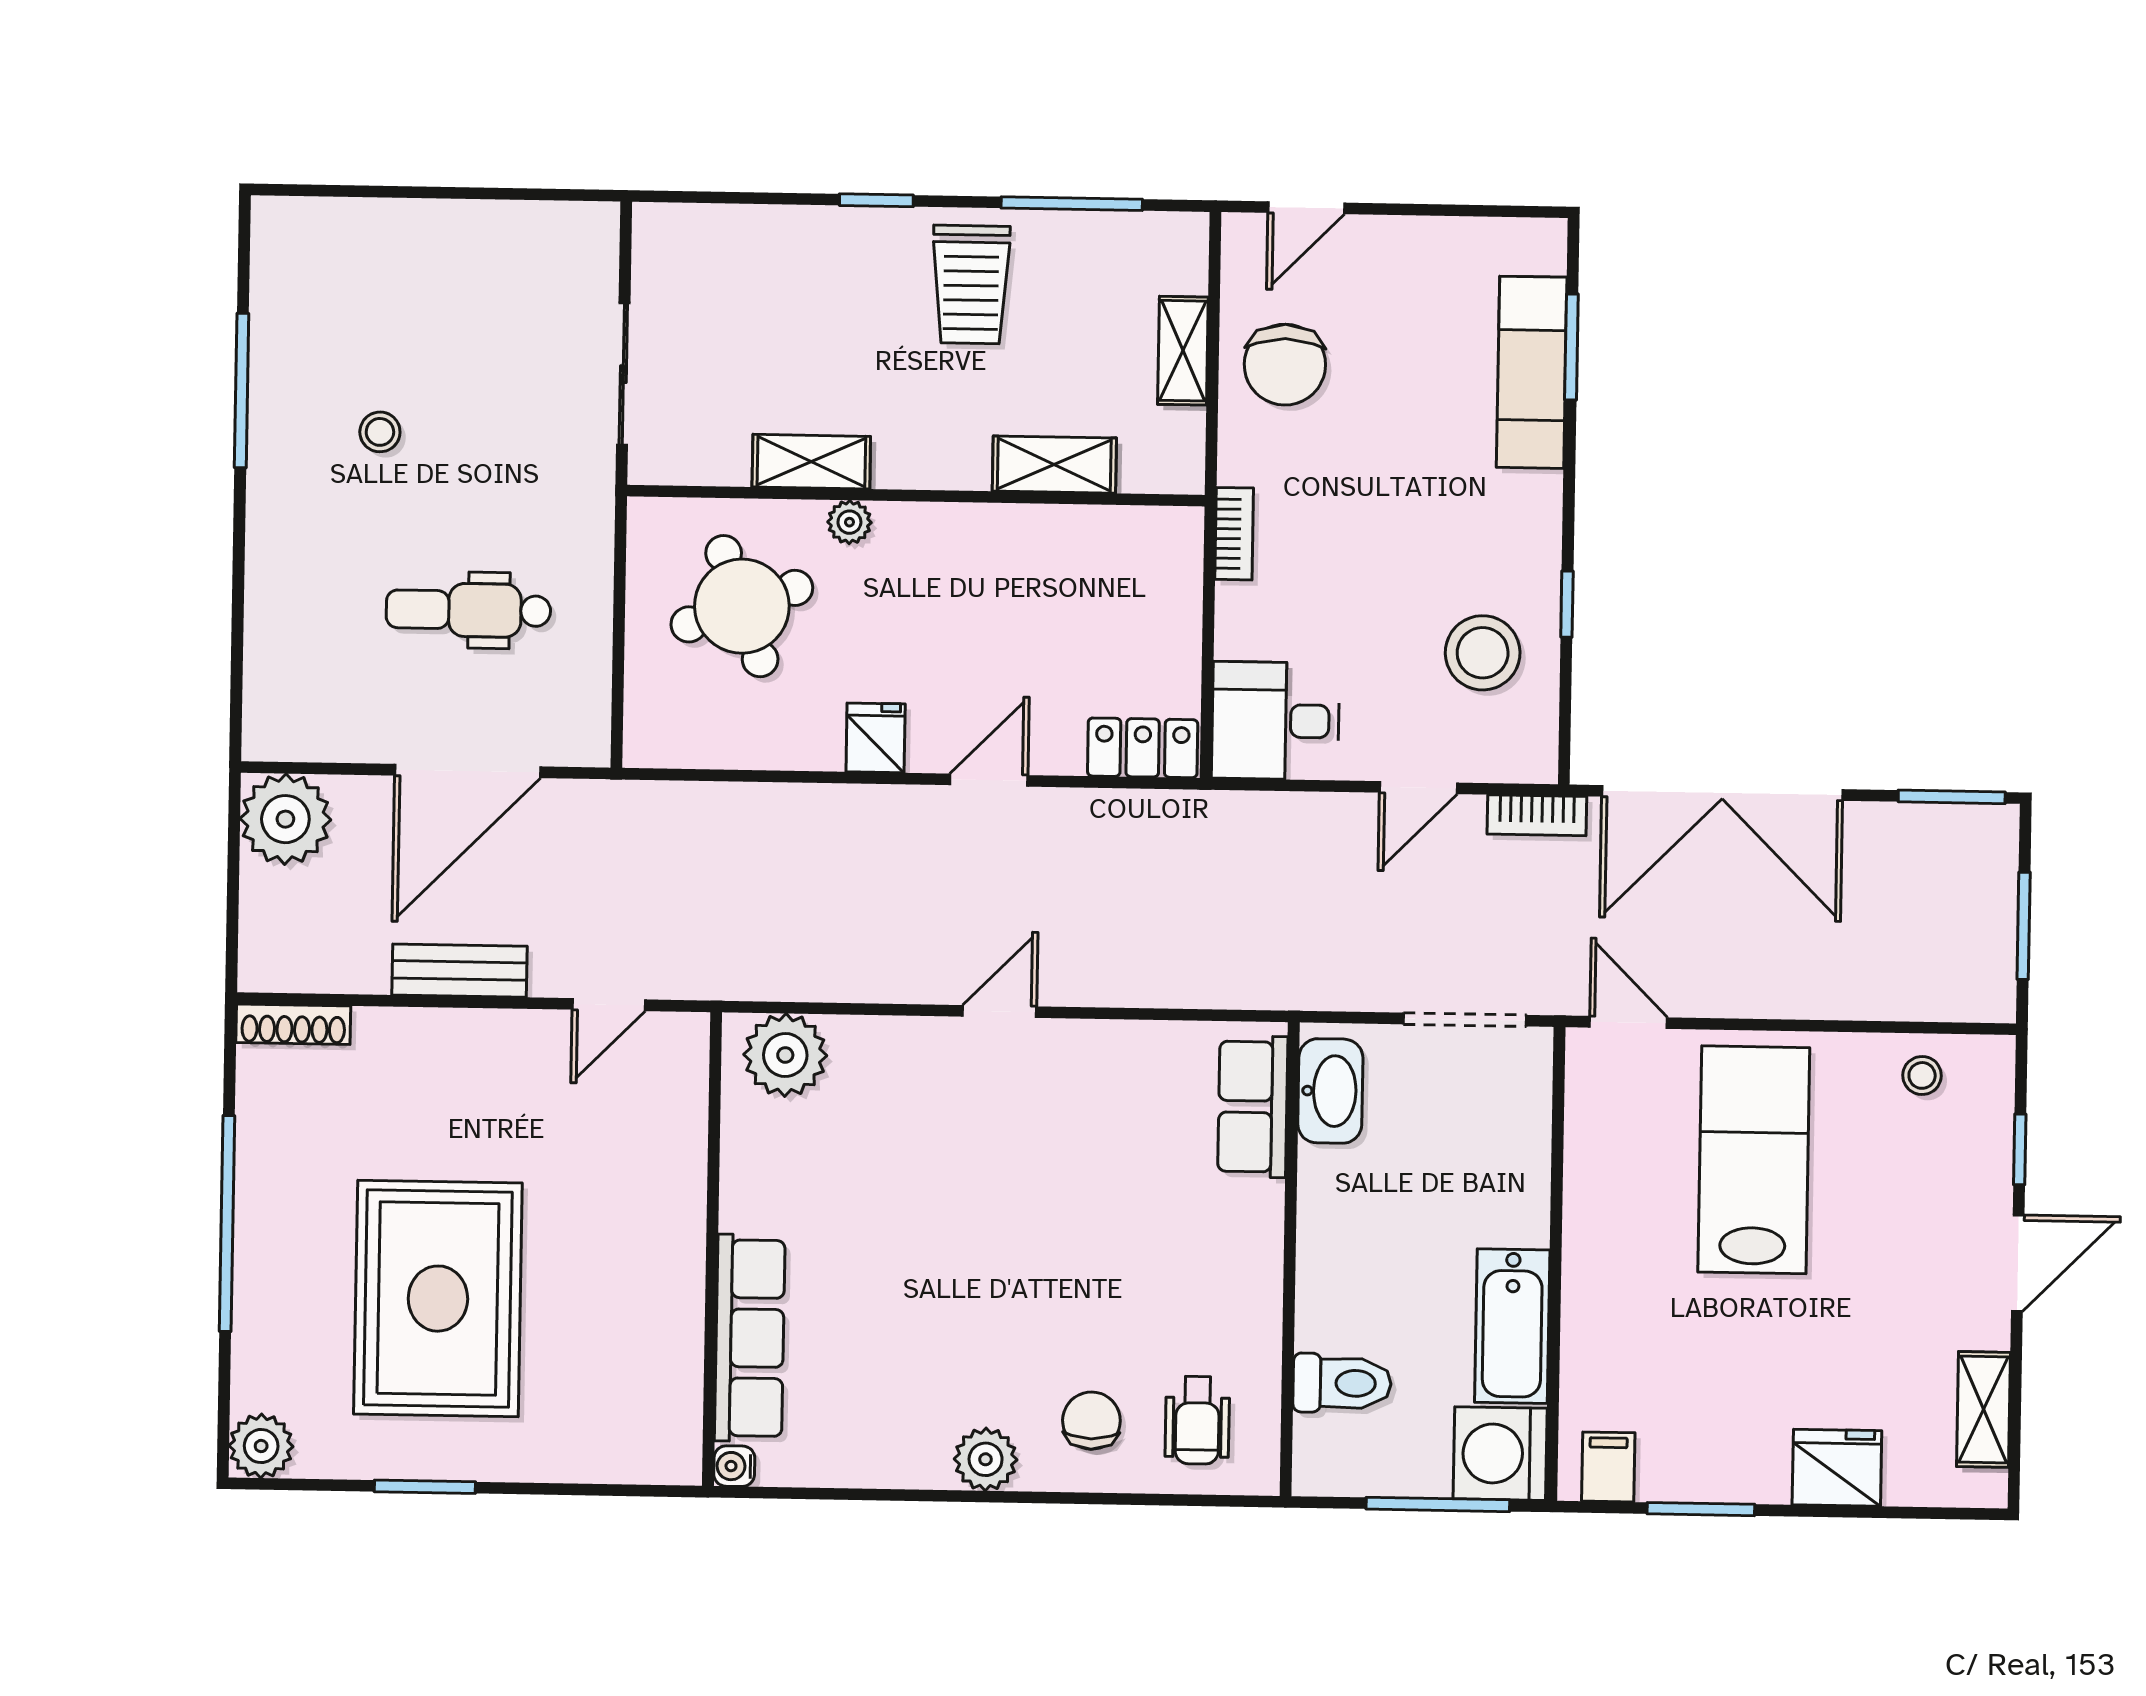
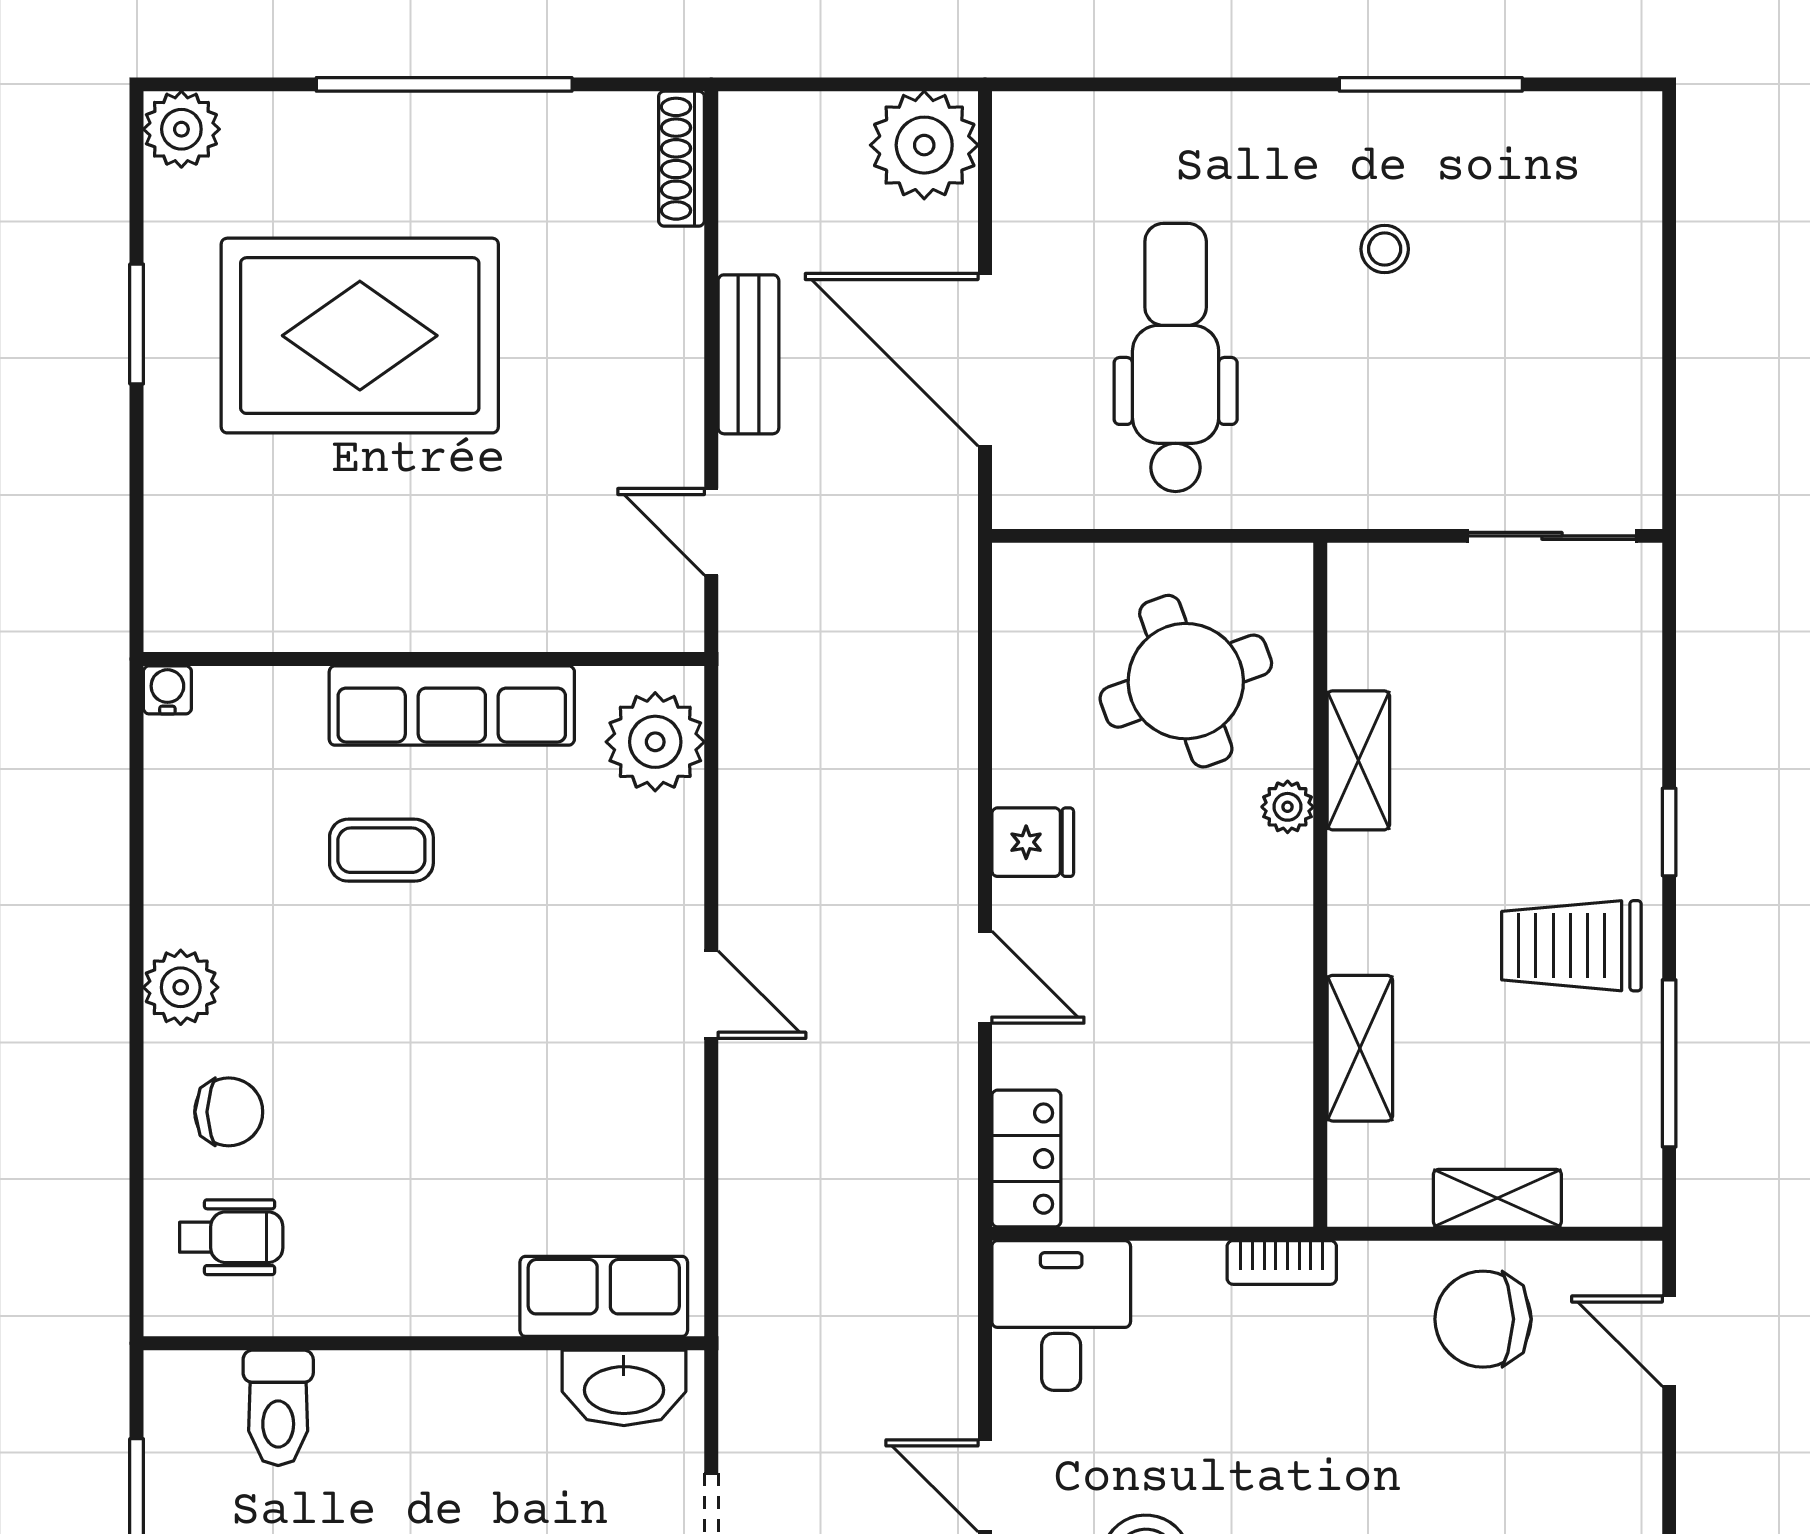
sliding door: (623, 374) -> (1552, 536), moved
dental chair: (468, 610) -> (1176, 357), width x1.36, depth x1.38
coffee table: (873, 1288) -> (381, 850), added
row of seats: (750, 1338) -> (452, 706), moved
wheelchair: (1197, 1420) -> (231, 1237), turned 180

